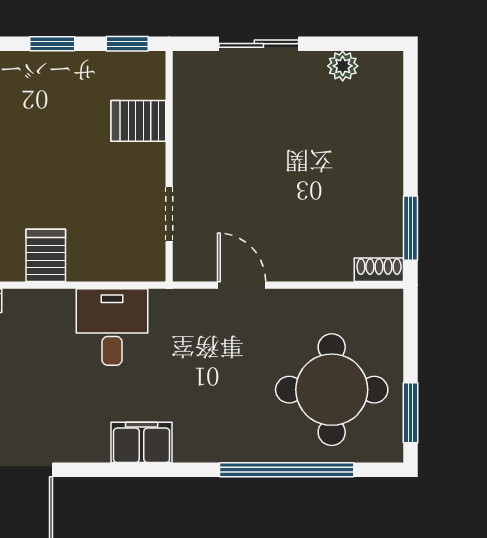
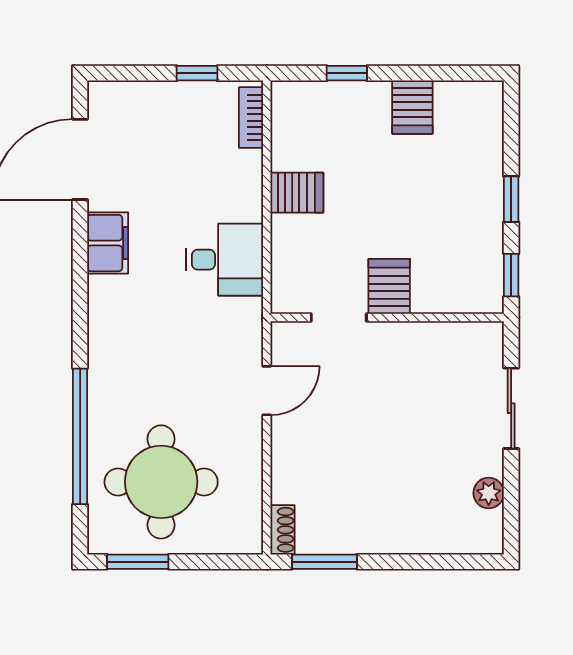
server rack: (138, 121) -> (389, 286), moved
filing cabinet: (142, 442) -> (108, 243), moved

